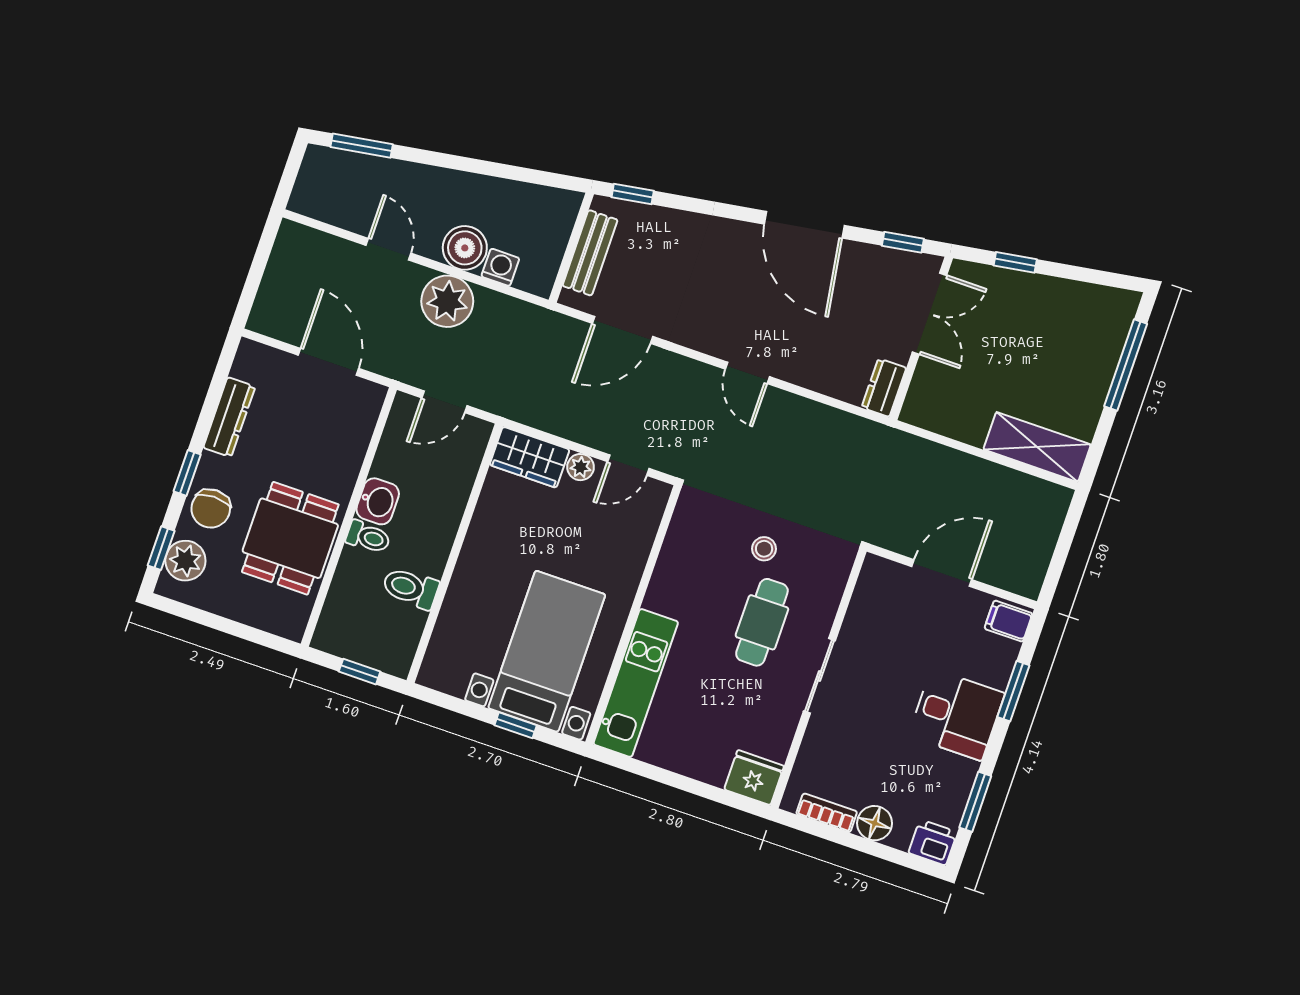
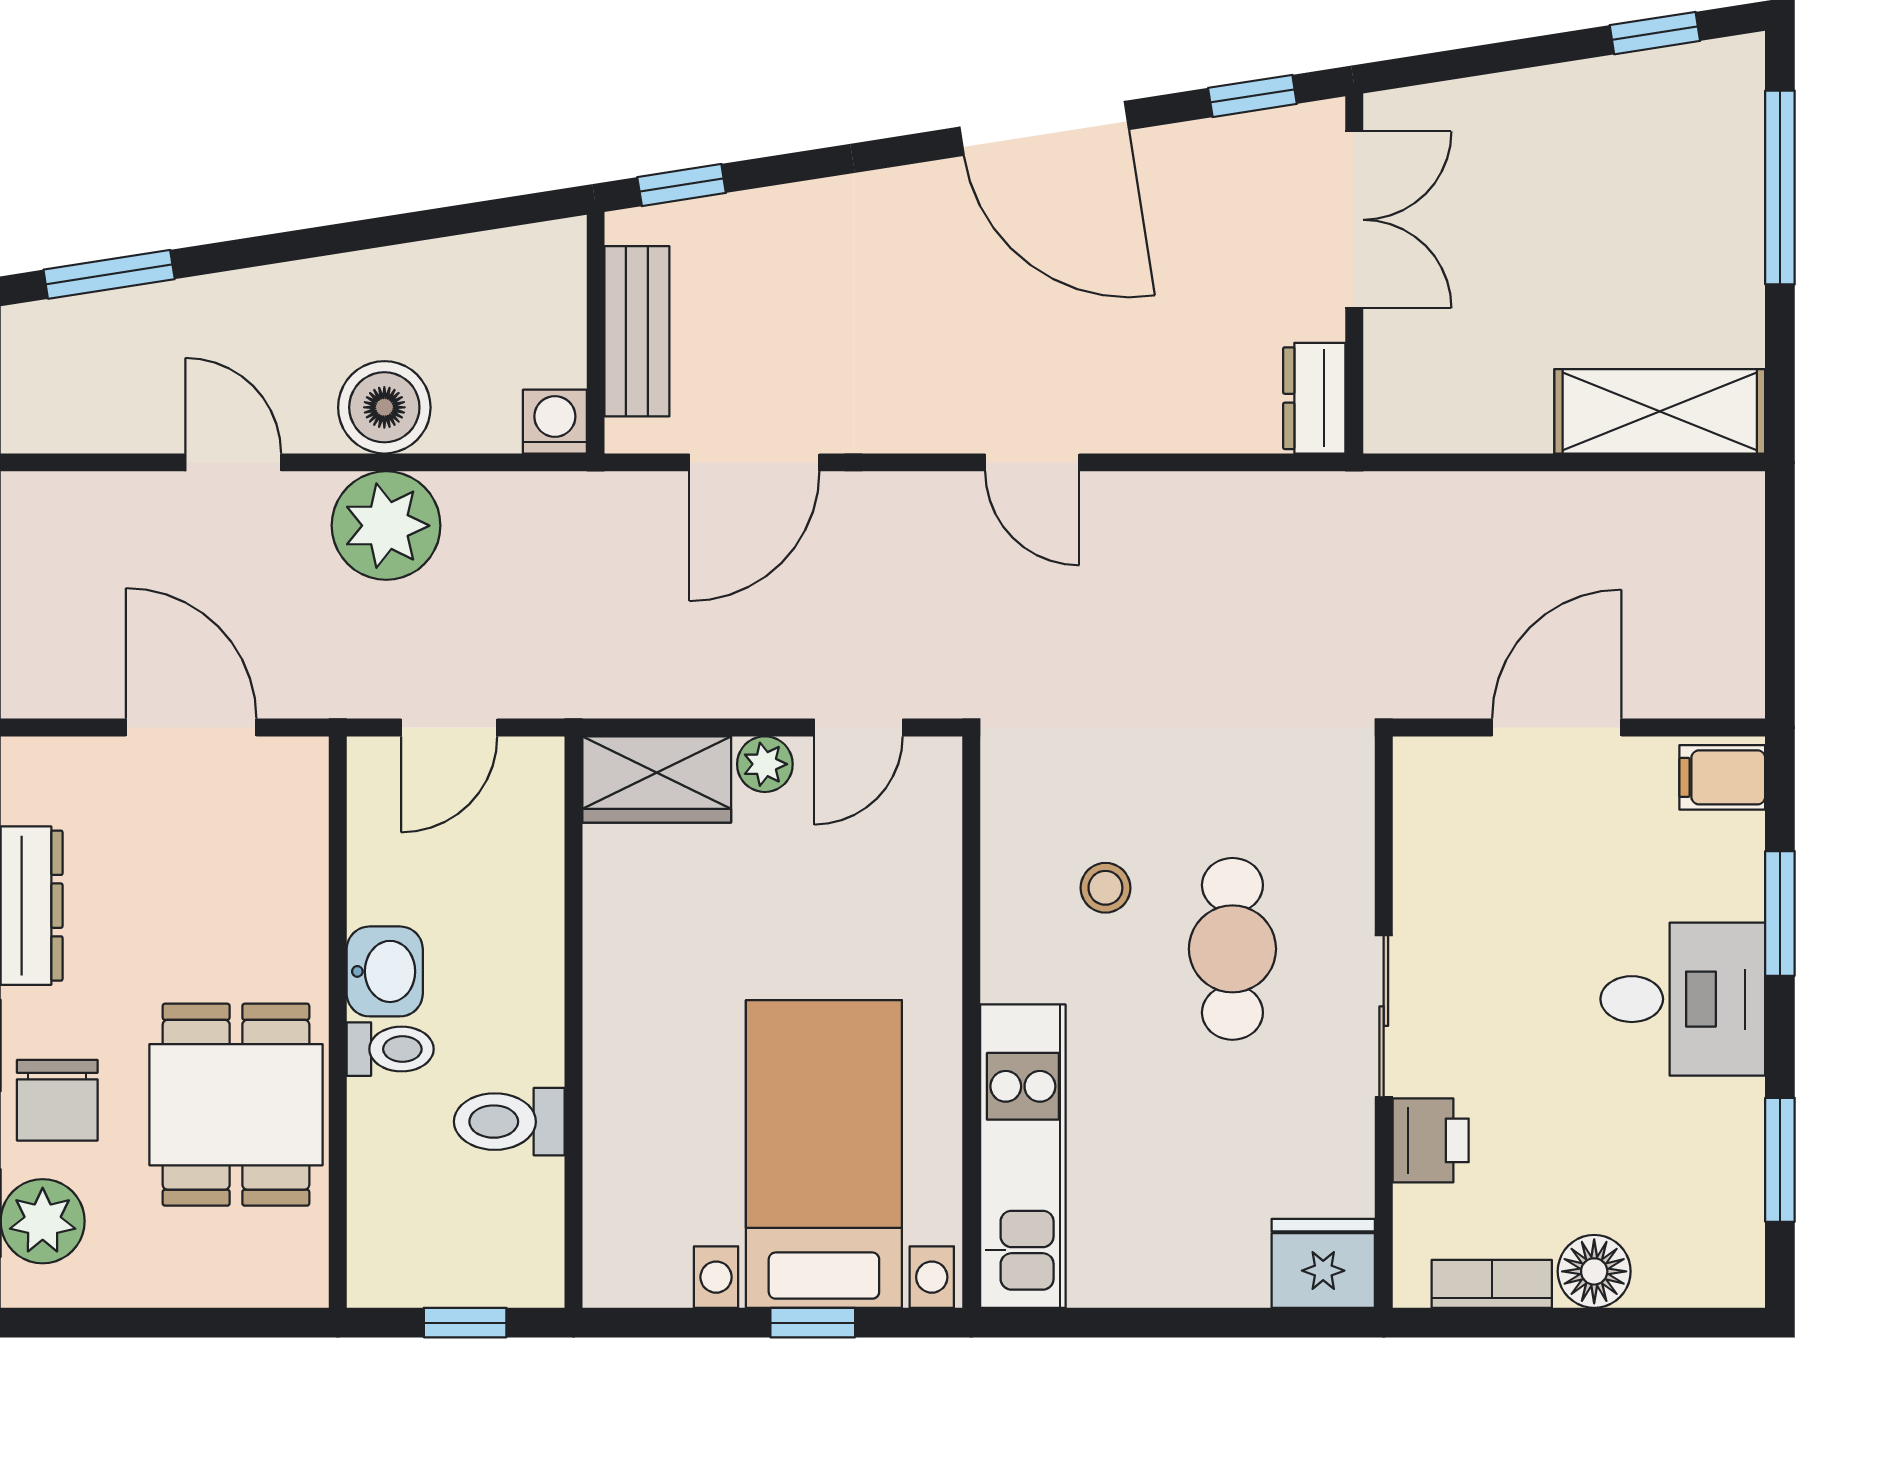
window: (1015, 262) -> (1655, 33), moved
washing machine: (500, 267) -> (555, 422), moved
stool: (764, 549) -> (1105, 888), moved
printer: (933, 842) -> (1431, 1140), moved, turned 90

